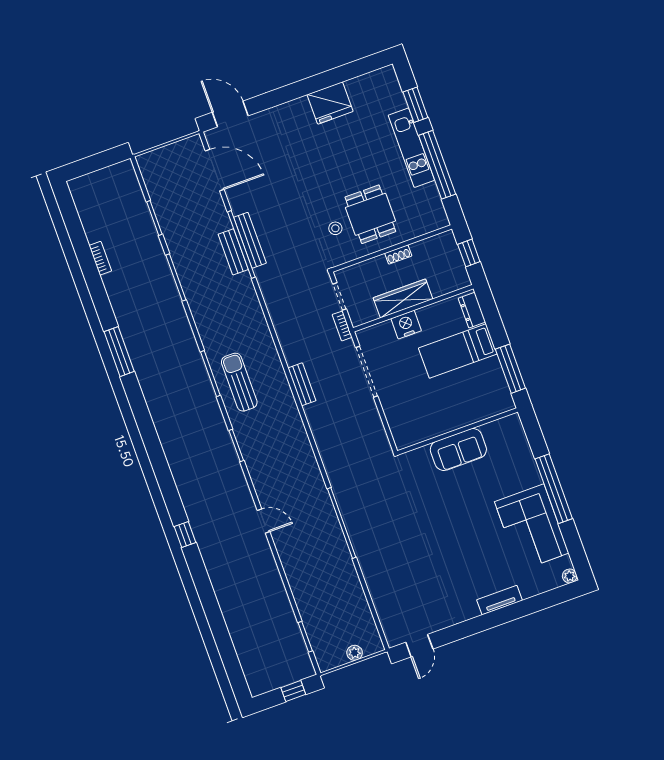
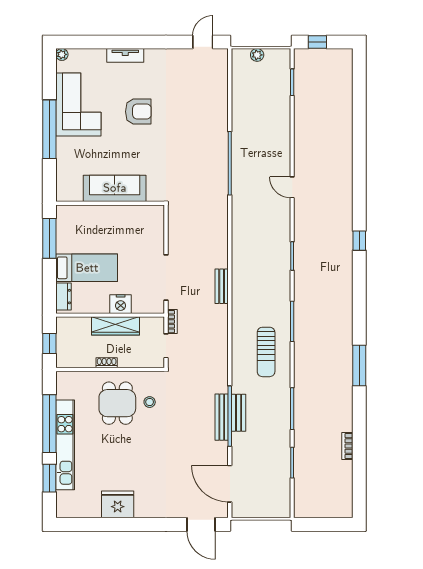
kitchen unit: (411, 148) -> (65, 445), width x1.36
sun lounger: (239, 382) -> (266, 352), moved
sofa: (458, 449) -> (115, 188), width x1.36
window: (185, 535) -> (359, 241), moved
armchair: (463, 544) -> (138, 112), added

